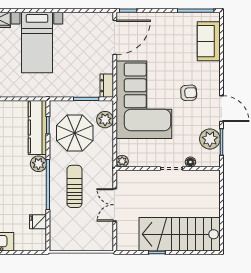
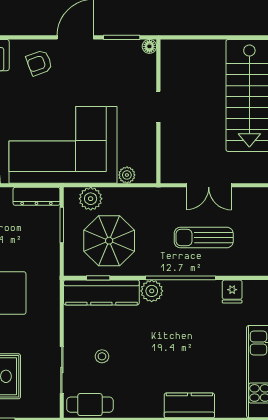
dresser: (107, 86) -> (36, 196), width x1.44
armchair: (189, 93) -> (39, 63), moved, turned -107
plant: (210, 139) -> (117, 53), removed
plant: (122, 161) -> (127, 175), moved
floor lamp: (190, 162) -> (149, 46), moved
sun lounger: (74, 186) -> (204, 237), moved

